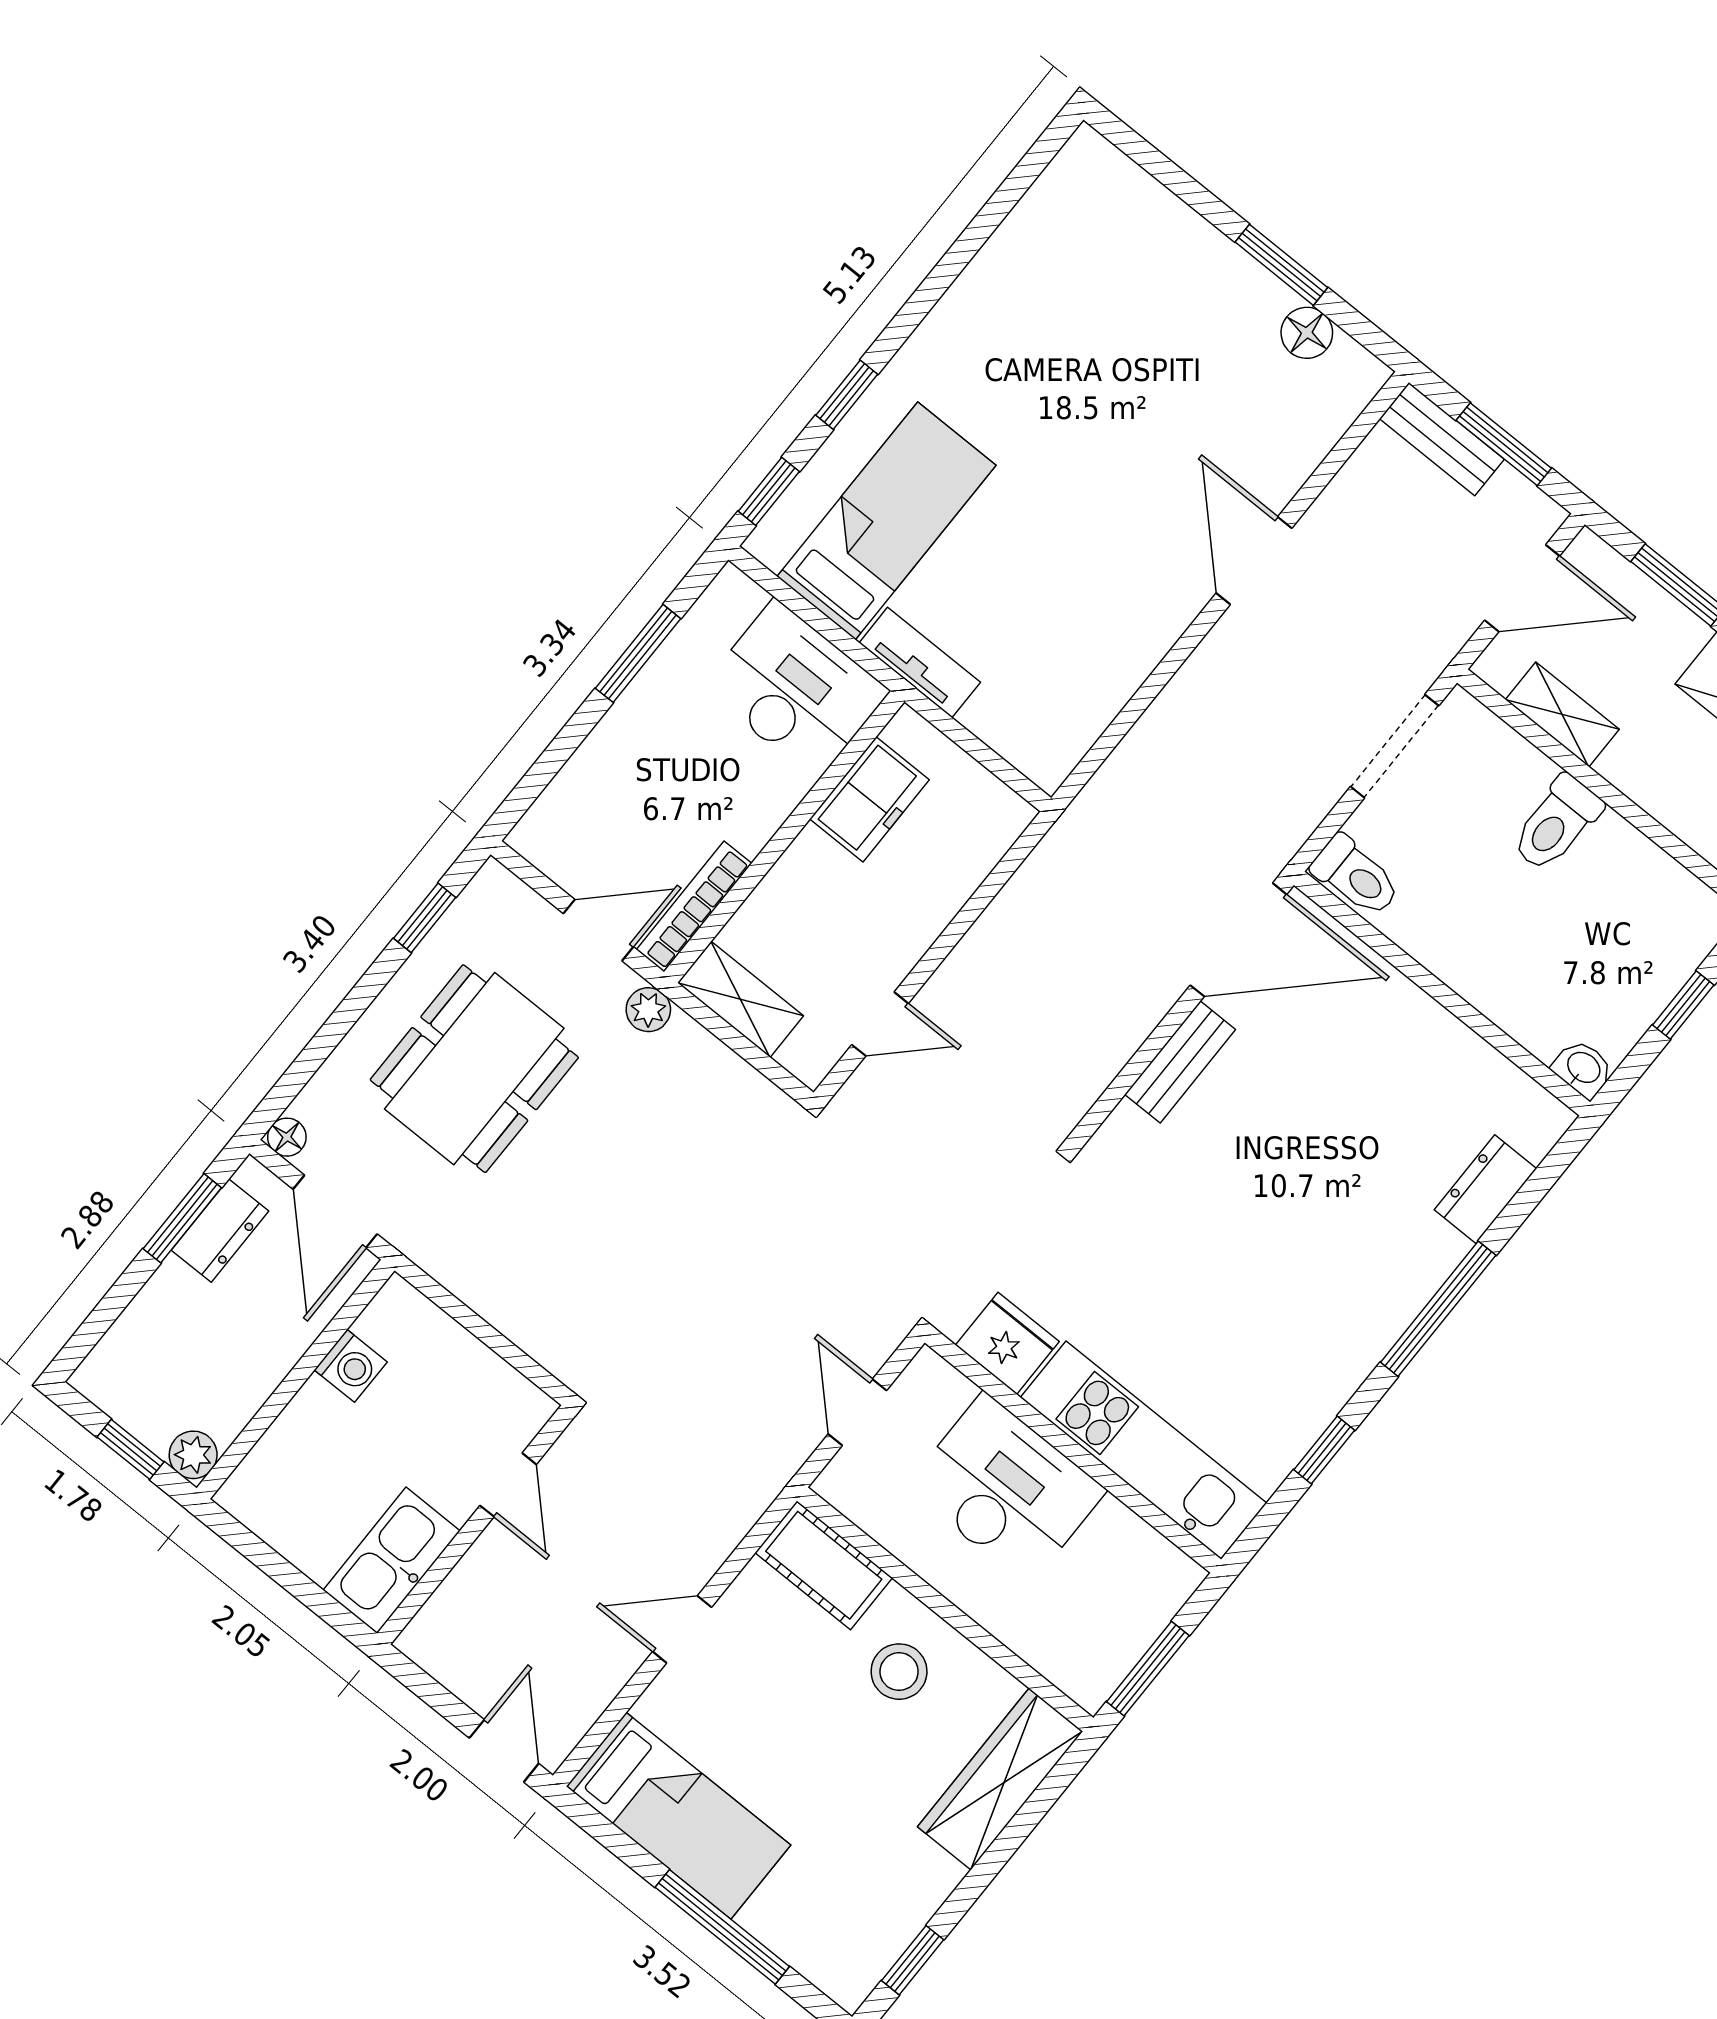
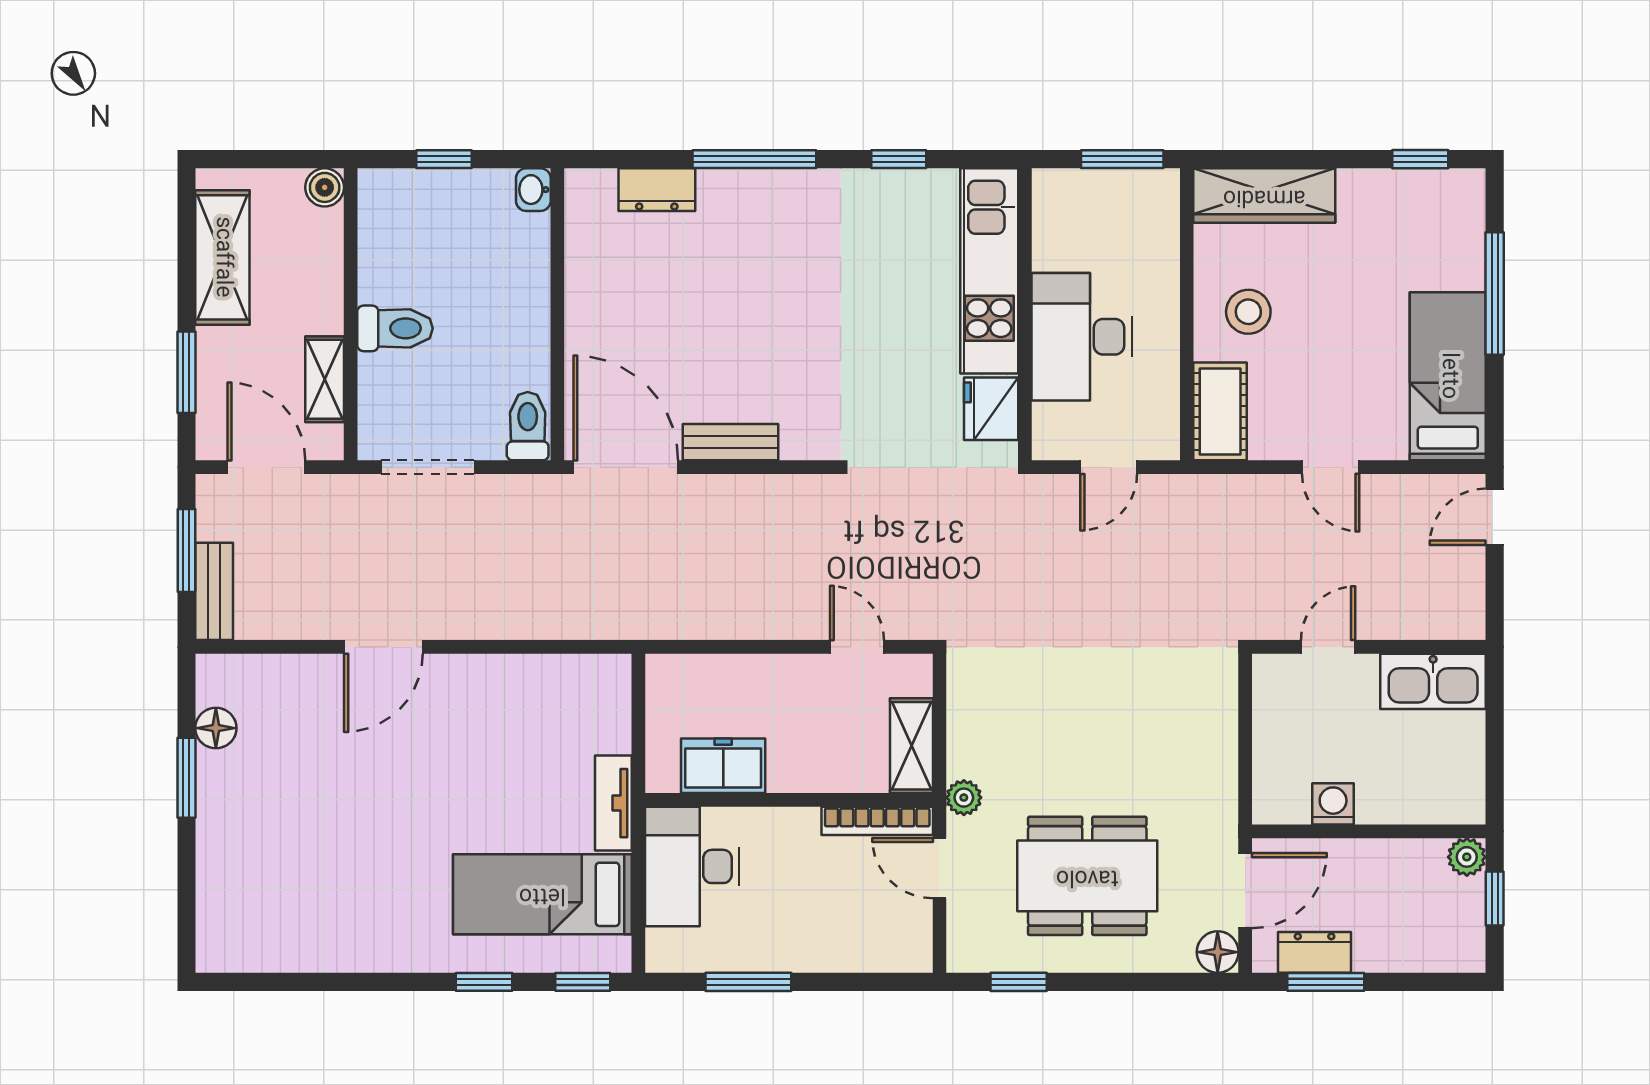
floor lamp: (287, 1137) -> (1218, 952), width x1.37, depth x1.37

